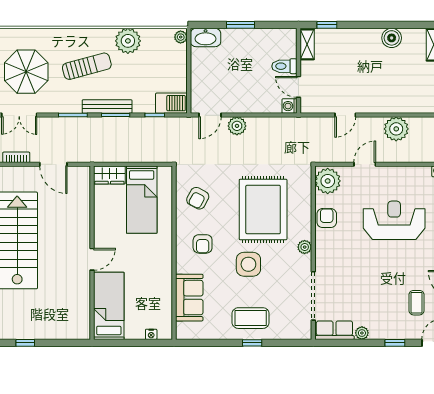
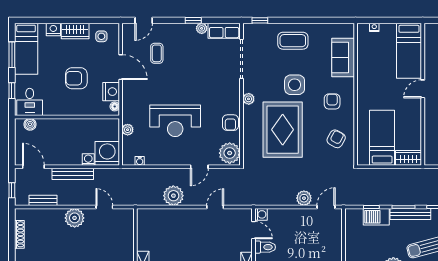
barbecue: (171, 103) -> (376, 217), moved
window: (252, 343) -> (260, 20), moved
window: (395, 343) -> (193, 20), moved

